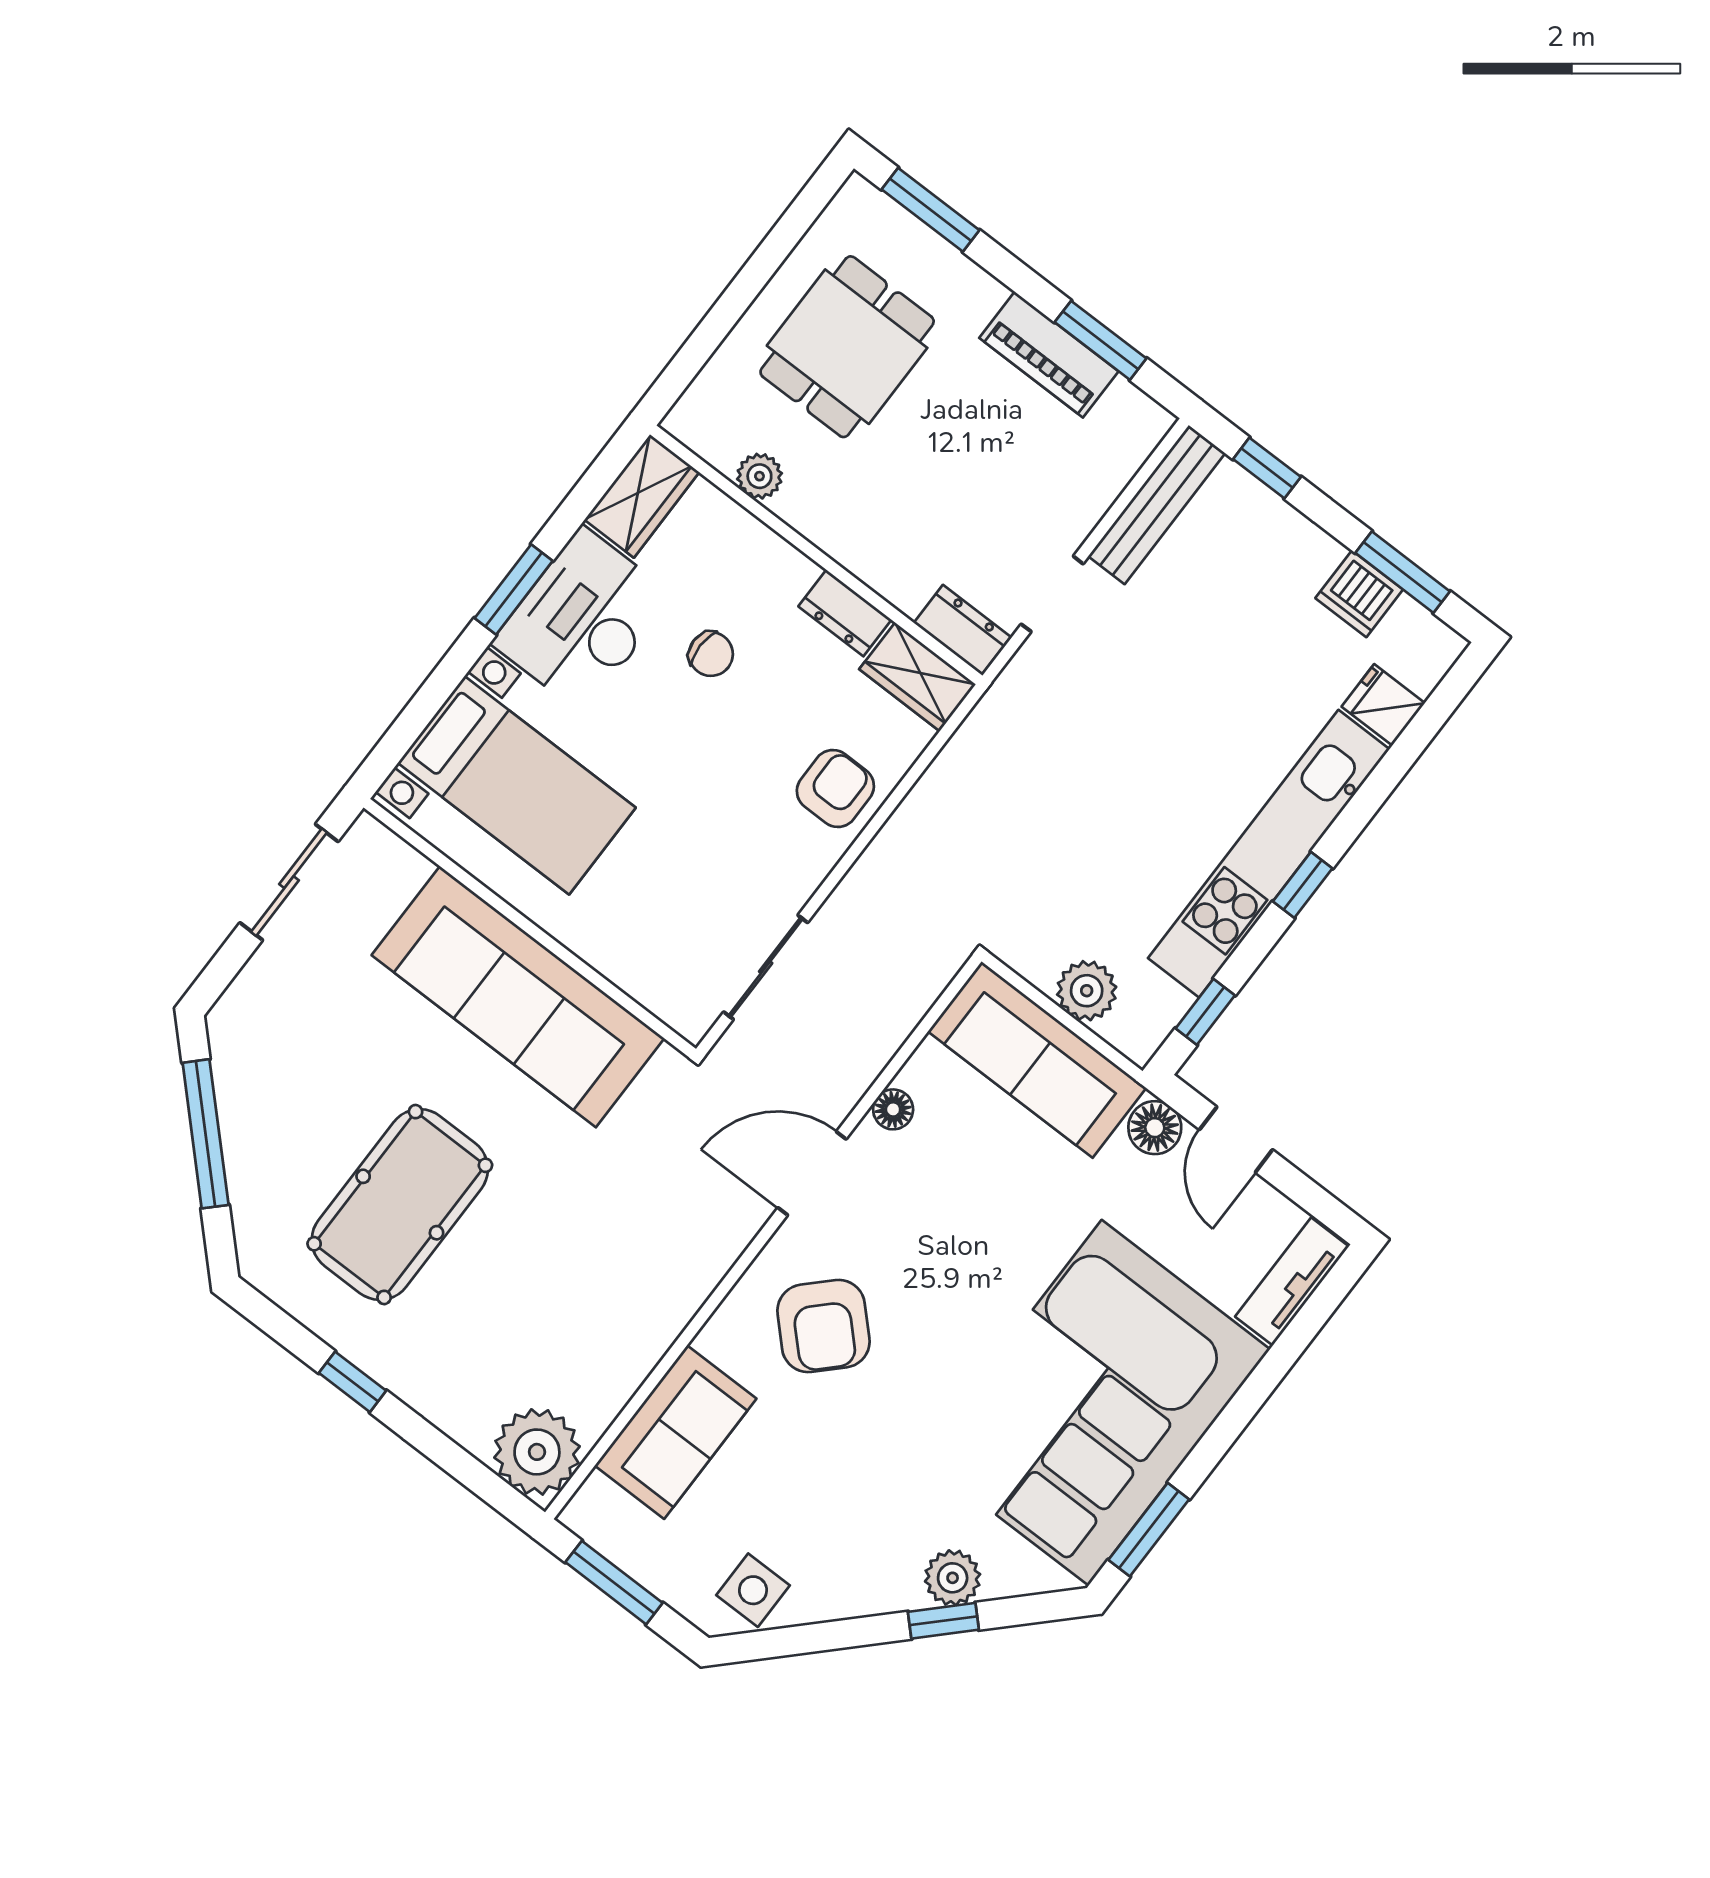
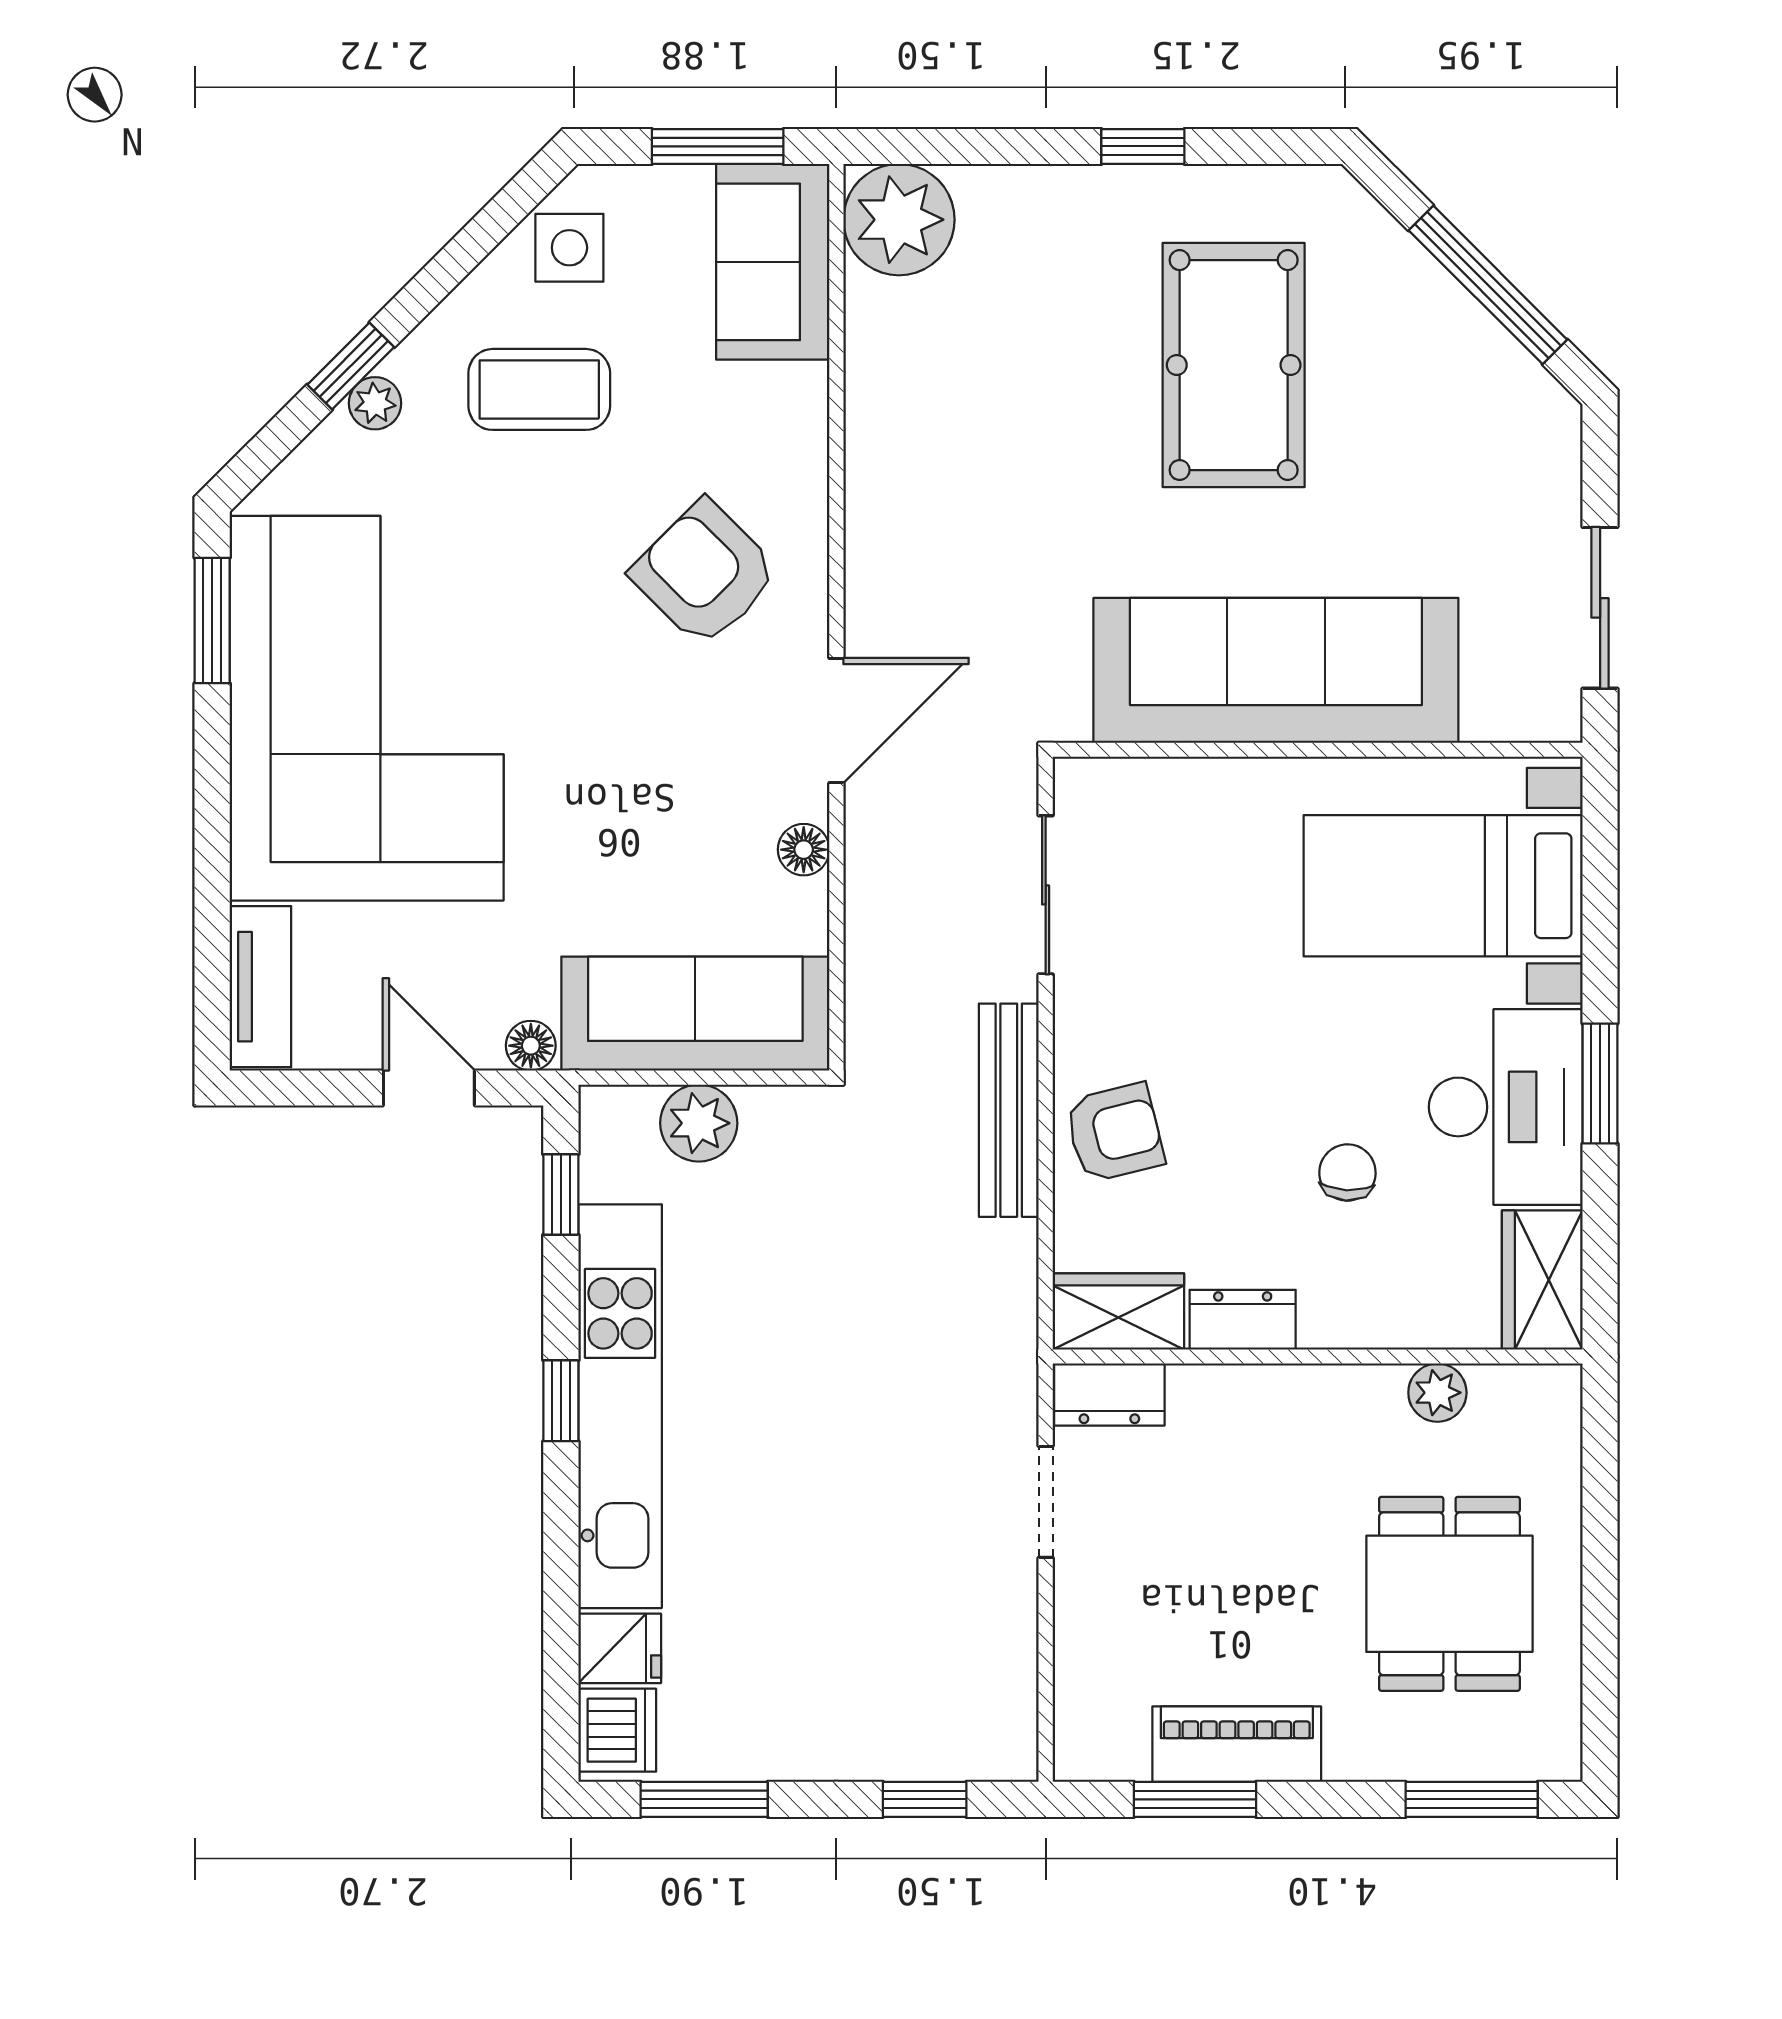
bench: (1157, 505) -> (1009, 1110), moved
dishwasher: (1359, 594) -> (617, 1730), moved, turned 90
chair: (711, 654) -> (1347, 1172), turned 93
armchair: (835, 788) -> (1115, 1133), turned -104
floor lamp: (1155, 1128) -> (531, 1046), width x0.73, depth x0.73
sofa: (676, 1432) -> (773, 262), moved
coffee table: (839, 1517) -> (539, 389), added
plant: (953, 1578) -> (375, 403), width x0.73, depth x0.73

